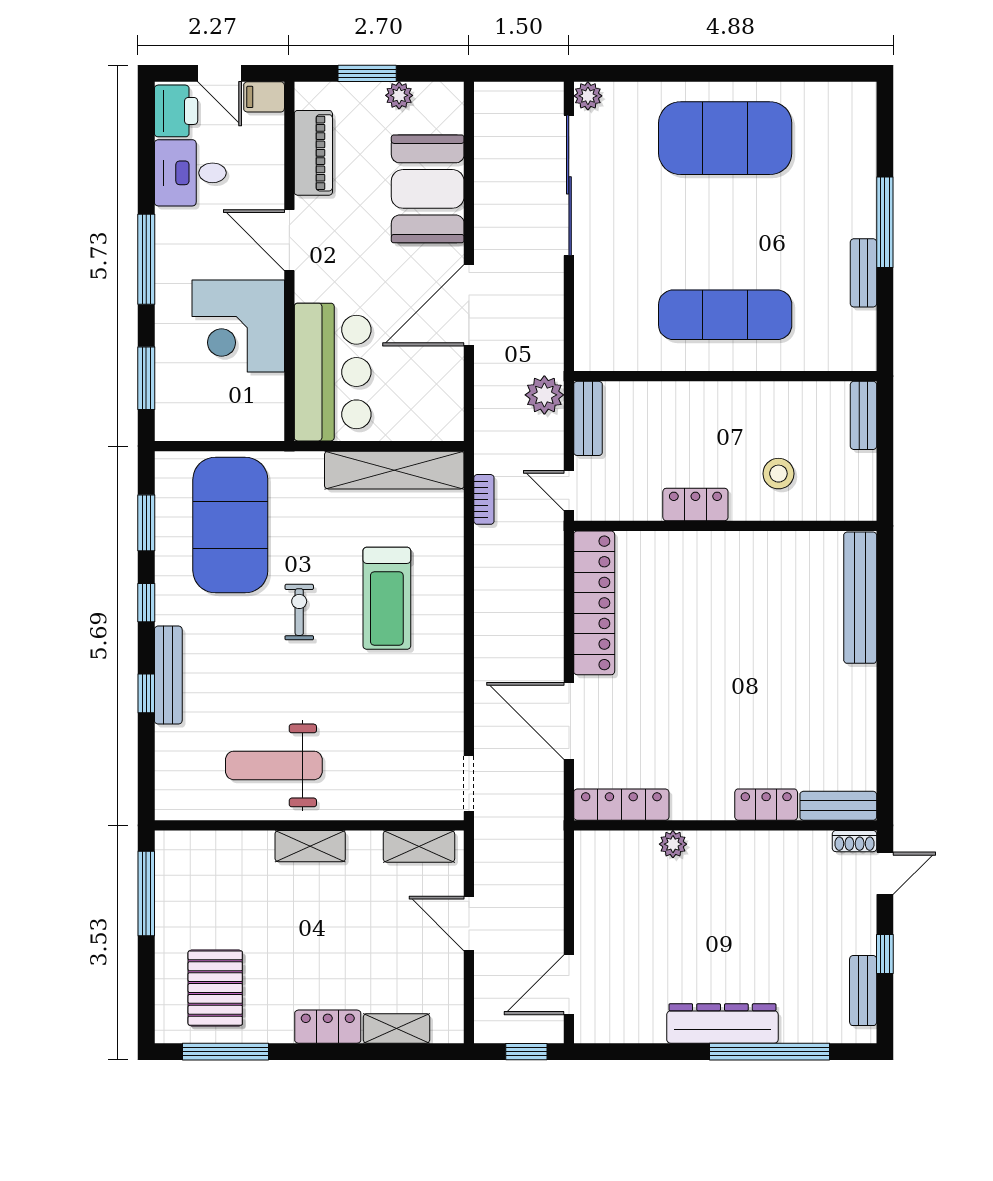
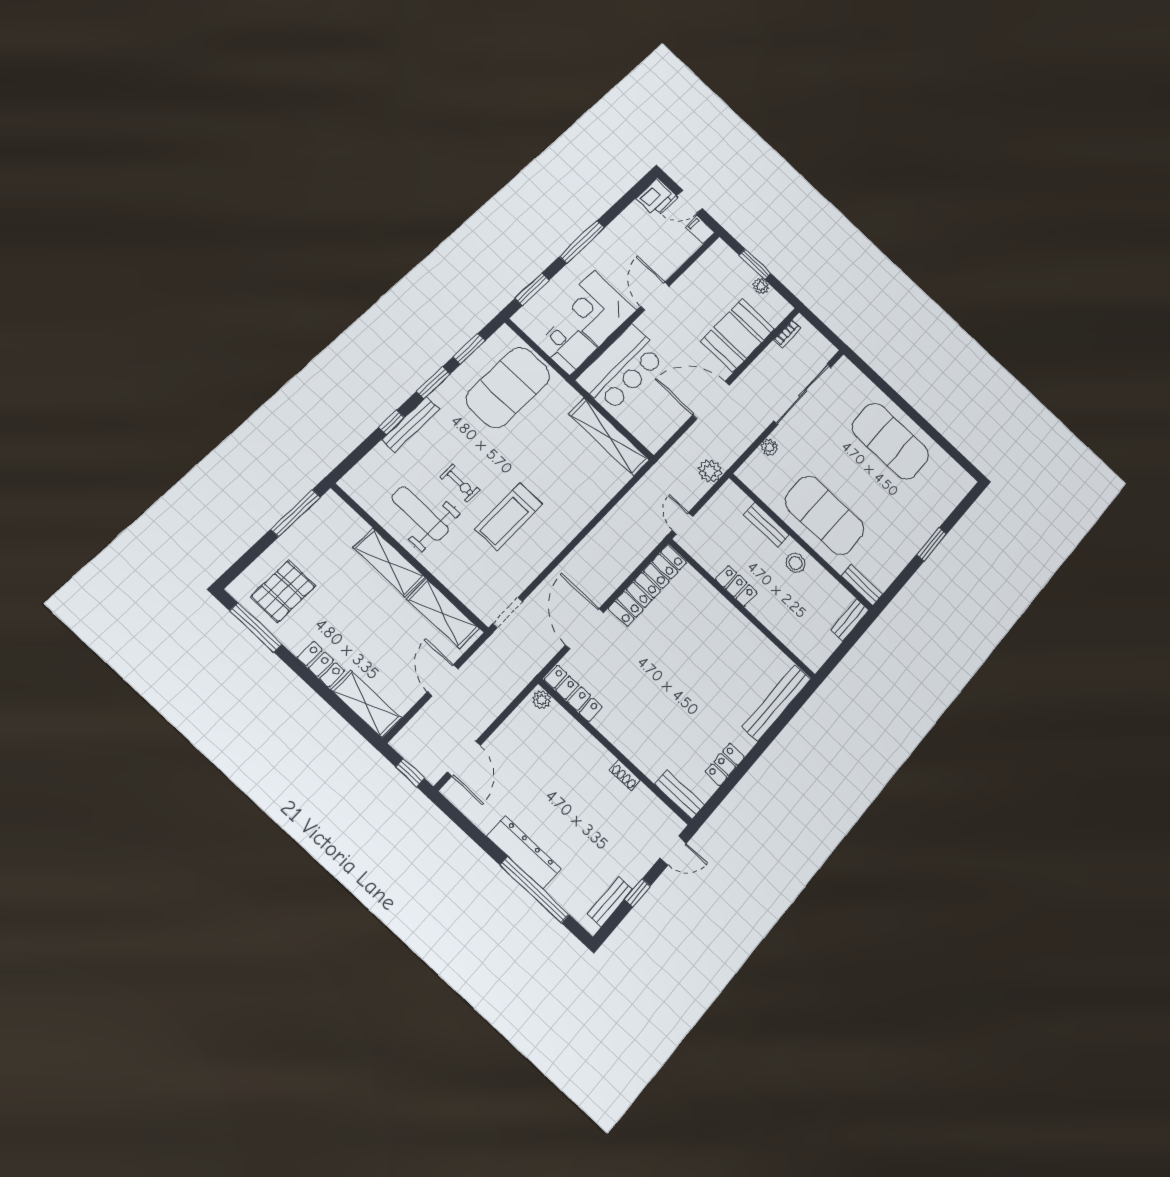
door: (220, 73) -> (689, 202), hinge flipped
plant: (588, 96) -> (769, 447), moved
piano: (313, 153) -> (700, 272), removed
desk: (190, 173) -> (567, 346), moved, turned 180
window: (885, 222) -> (932, 544), width x0.69
bench: (863, 273) -> (862, 585), moved, turned 90
exercise mat: (725, 315) -> (825, 515), width x1.47
bench: (588, 418) -> (766, 525), moved, turned 90
stool: (778, 474) -> (795, 563), moved
bookcase: (484, 499) -> (788, 334), moved
treadmill: (387, 598) -> (509, 517), moved
window: (146, 603) -> (433, 383), width x1.50
exercise bike: (299, 612) -> (460, 483), moved, turned 90
locker: (766, 805) -> (725, 764), moved, turned -90
shoe rack: (854, 841) -> (625, 775), moved
plant: (673, 844) -> (542, 700), moved
shelving: (310, 846) -> (389, 562), width x1.50, depth x1.33
shelving: (419, 846) -> (443, 613), width x1.50, depth x1.33
door: (569, 985) -> (464, 759), swing flipped
shelving: (396, 1028) -> (366, 704), width x1.50, depth x1.33

